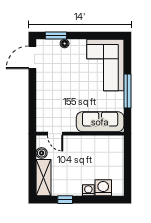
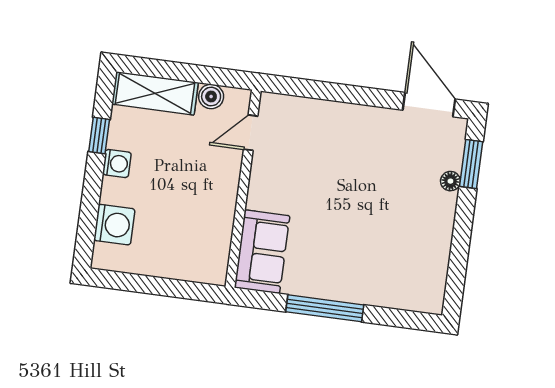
corner sofa: (105, 65) -> (390, 266), removed
sofa: (100, 122) -> (262, 252), width x0.73
washing machine: (88, 190) -> (117, 163), moved

